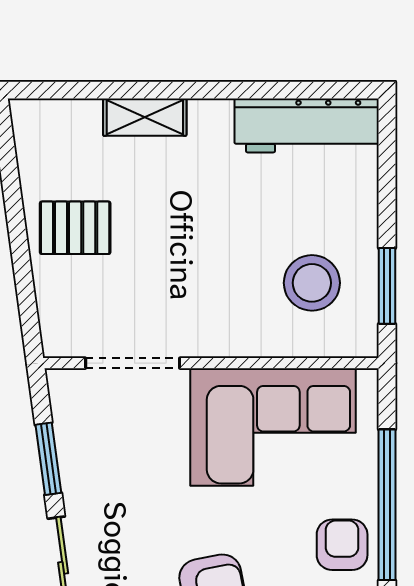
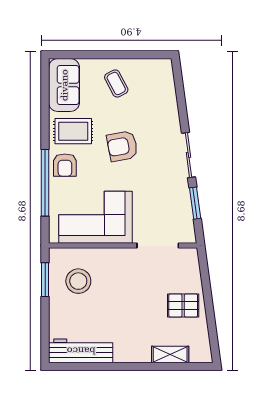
shelving: (145, 117) -> (170, 354), moved

